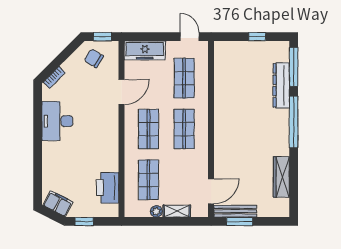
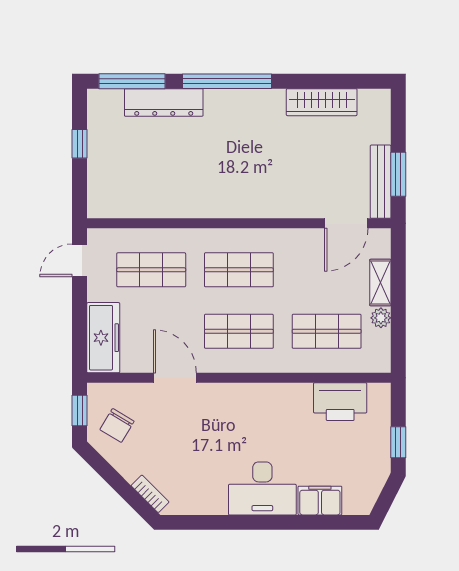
desk: (57, 121) -> (262, 488), moved
door: (211, 191) -> (346, 223), swing flipped
filing cabinet: (58, 204) -> (320, 501), moved, turned 63

